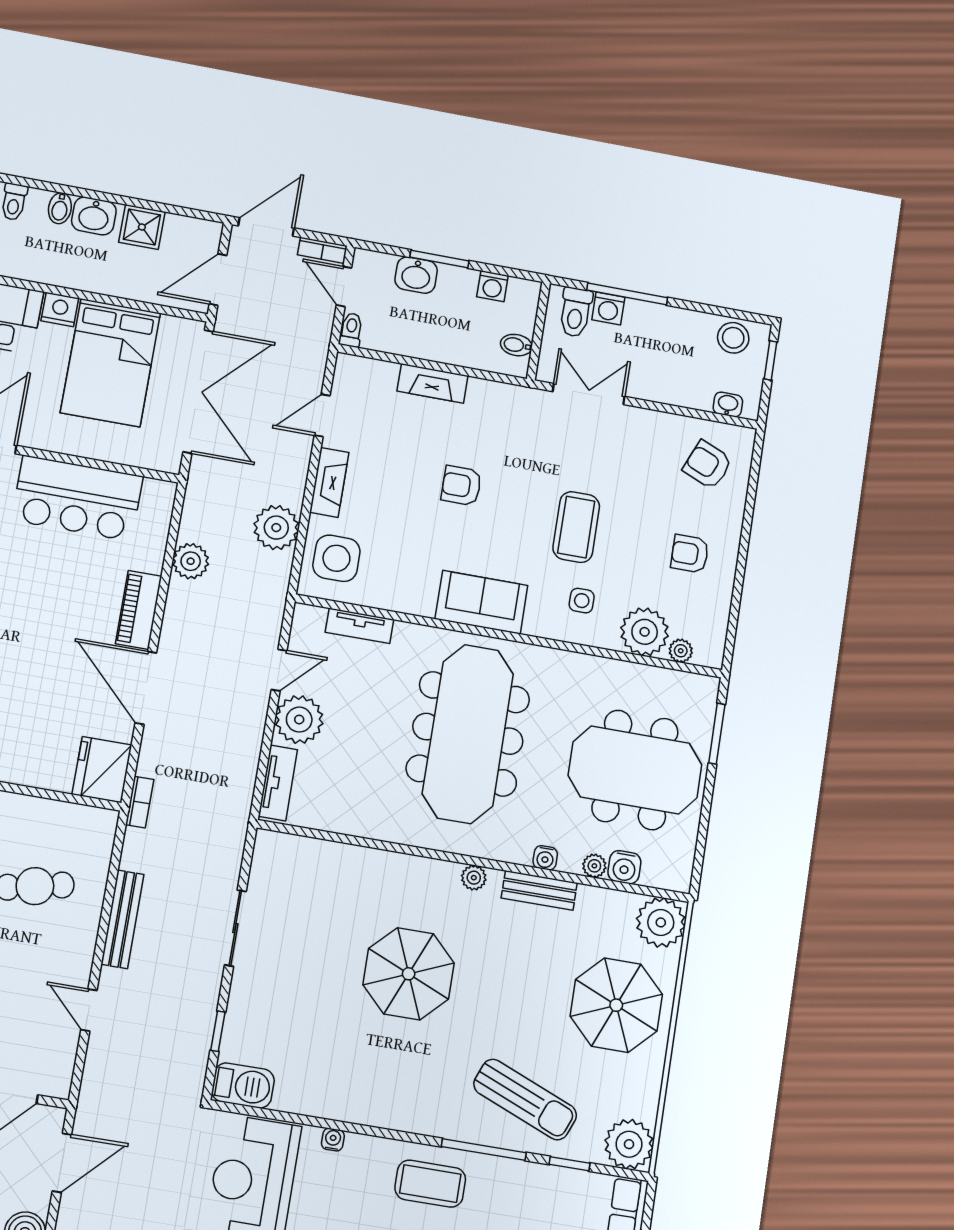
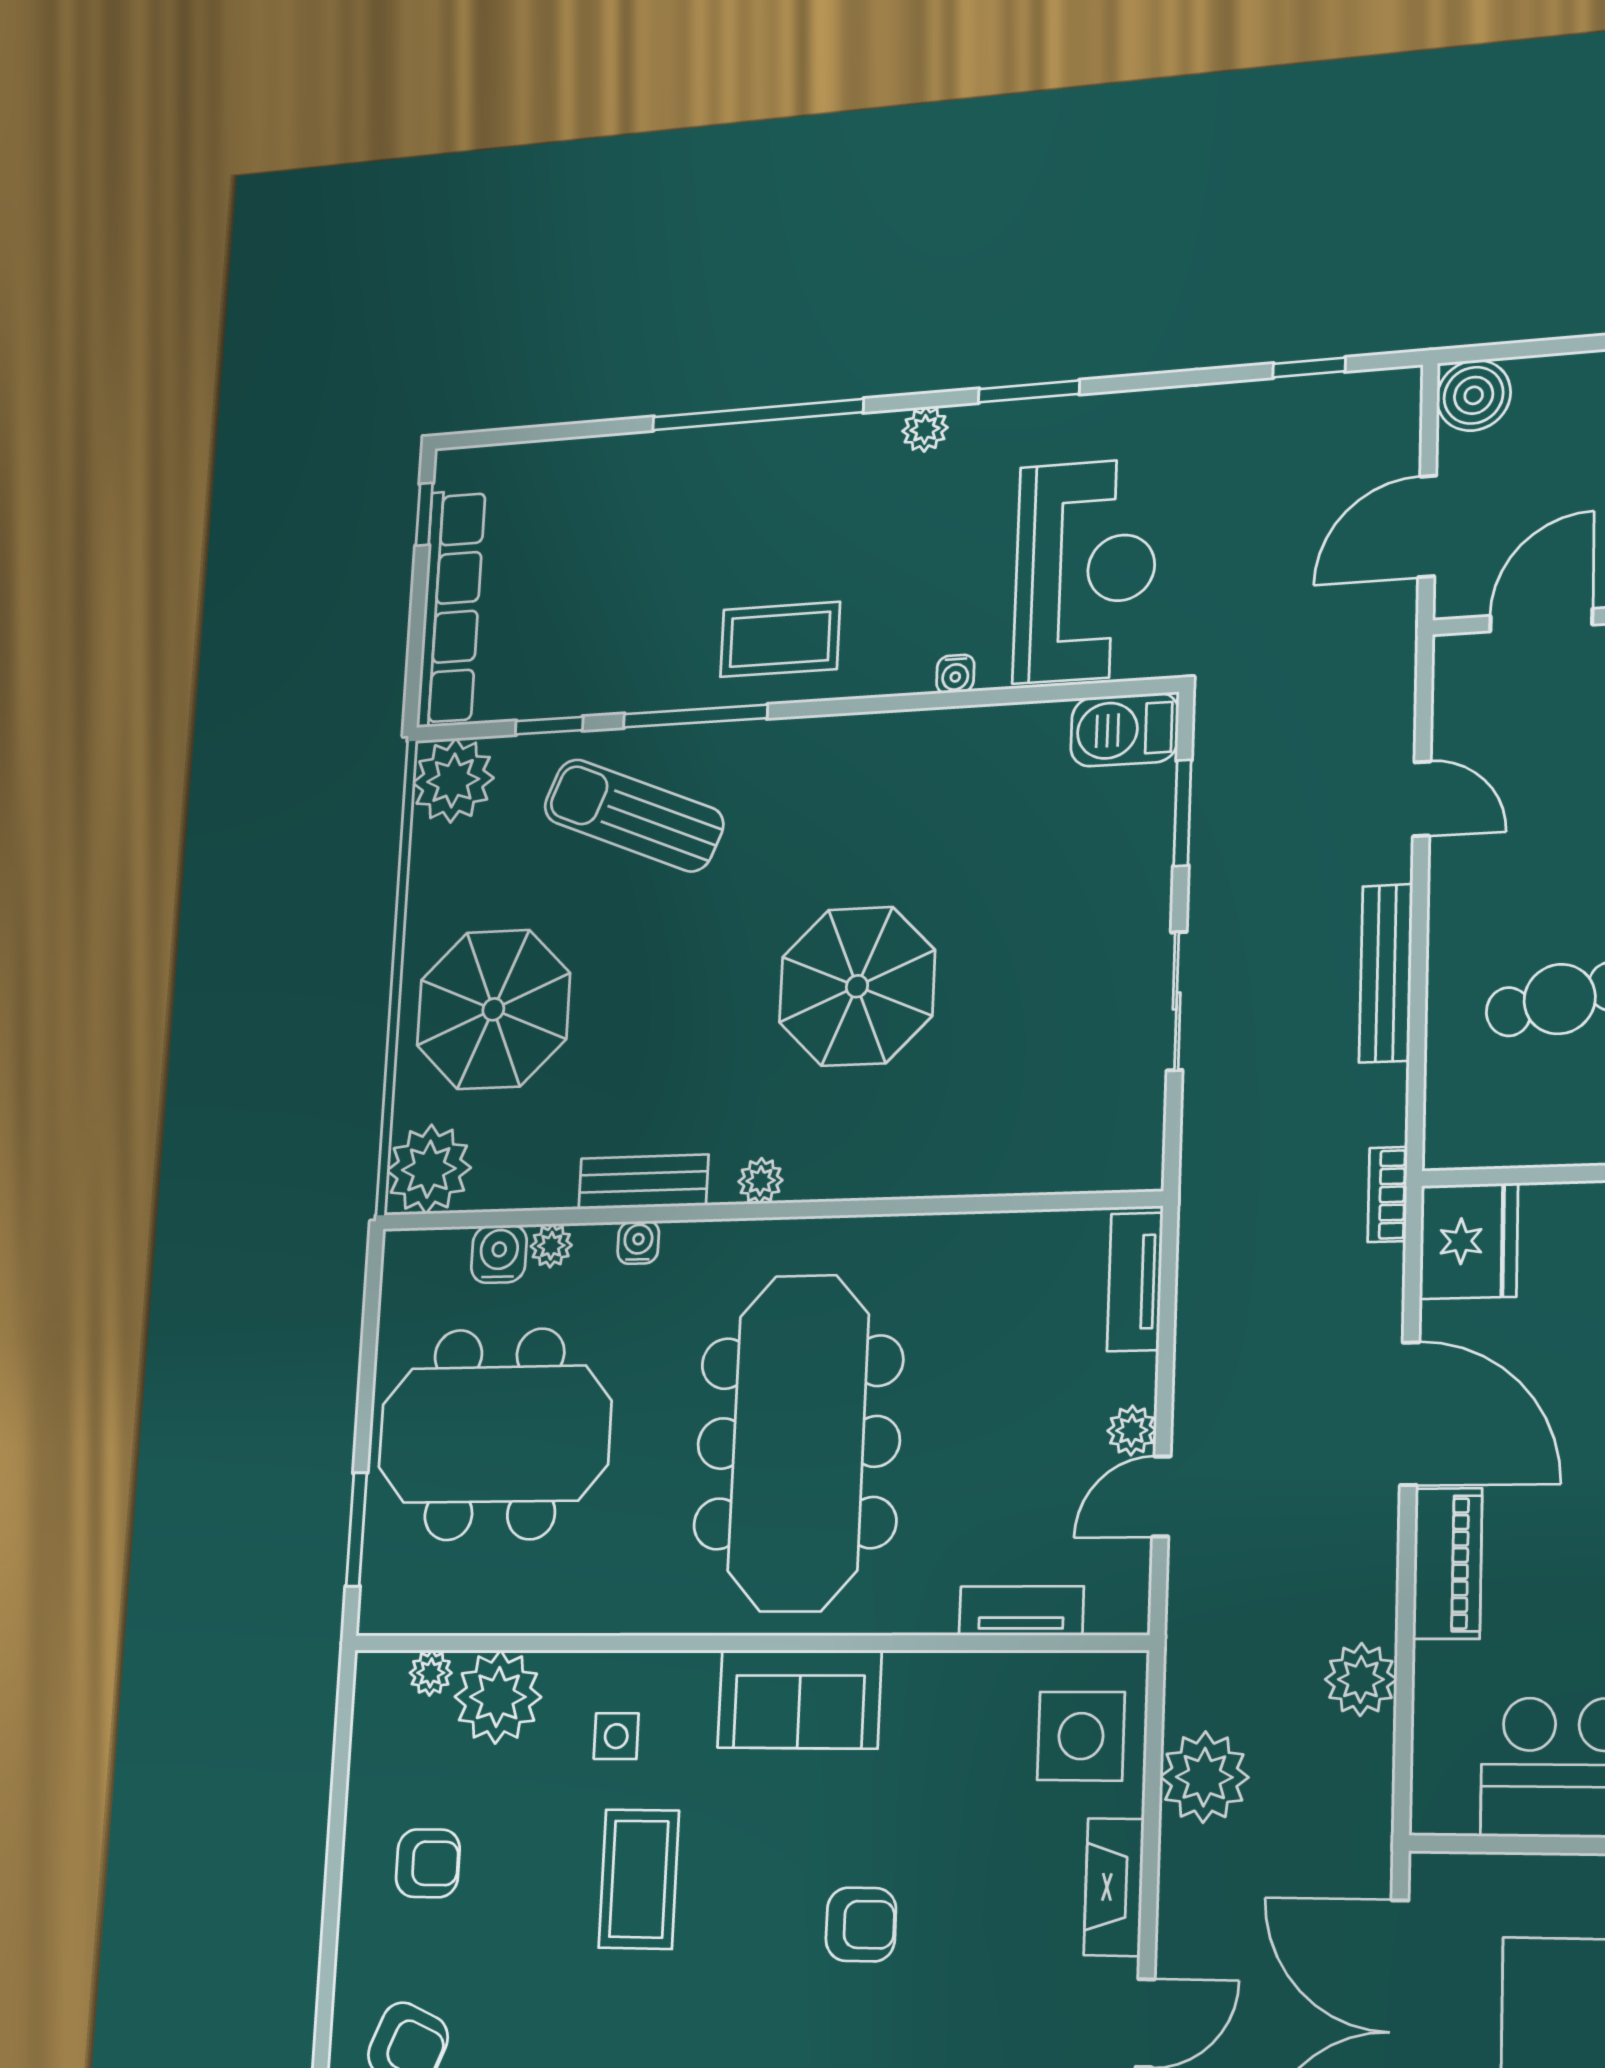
plant: (299, 720) -> (1132, 1430), width x0.53, depth x0.53
window: (218, 1031) -> (1182, 813), width x1.50

